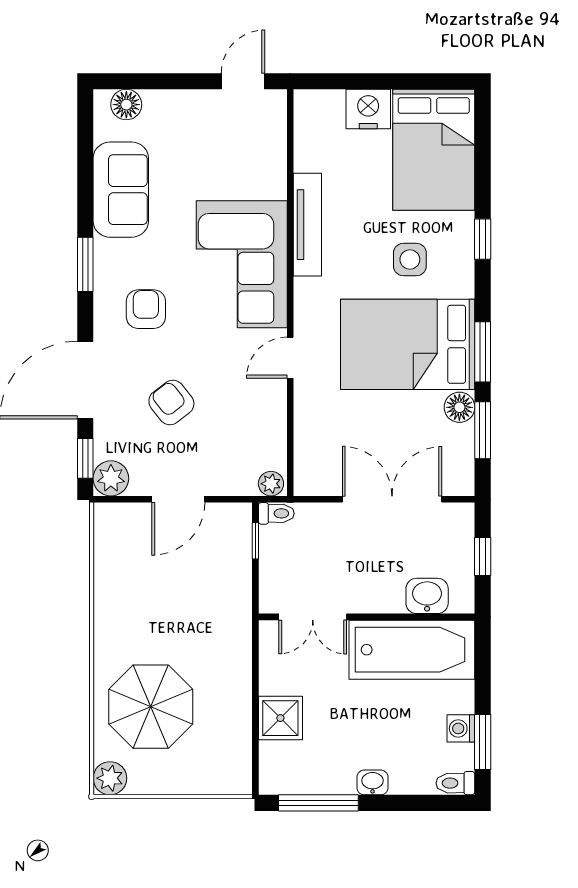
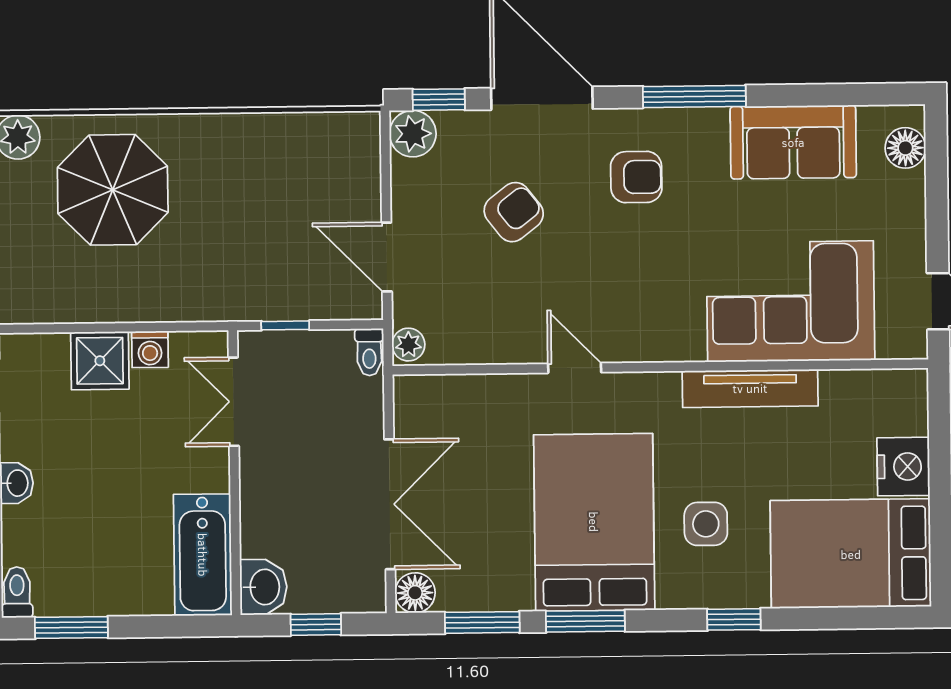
window: (85, 264) -> (694, 96), width x1.44
corner sofa: (242, 264) -> (791, 301), moved
floor lamp: (459, 407) -> (415, 593), moved
door: (178, 499) -> (387, 257), moved
window: (255, 541) -> (285, 325), moved
washbasin: (427, 596) -> (263, 587), moved
bathtub: (412, 650) -> (203, 555), width x0.73, depth x0.73
washing machine: (461, 728) -> (150, 349), moved, turned 180

